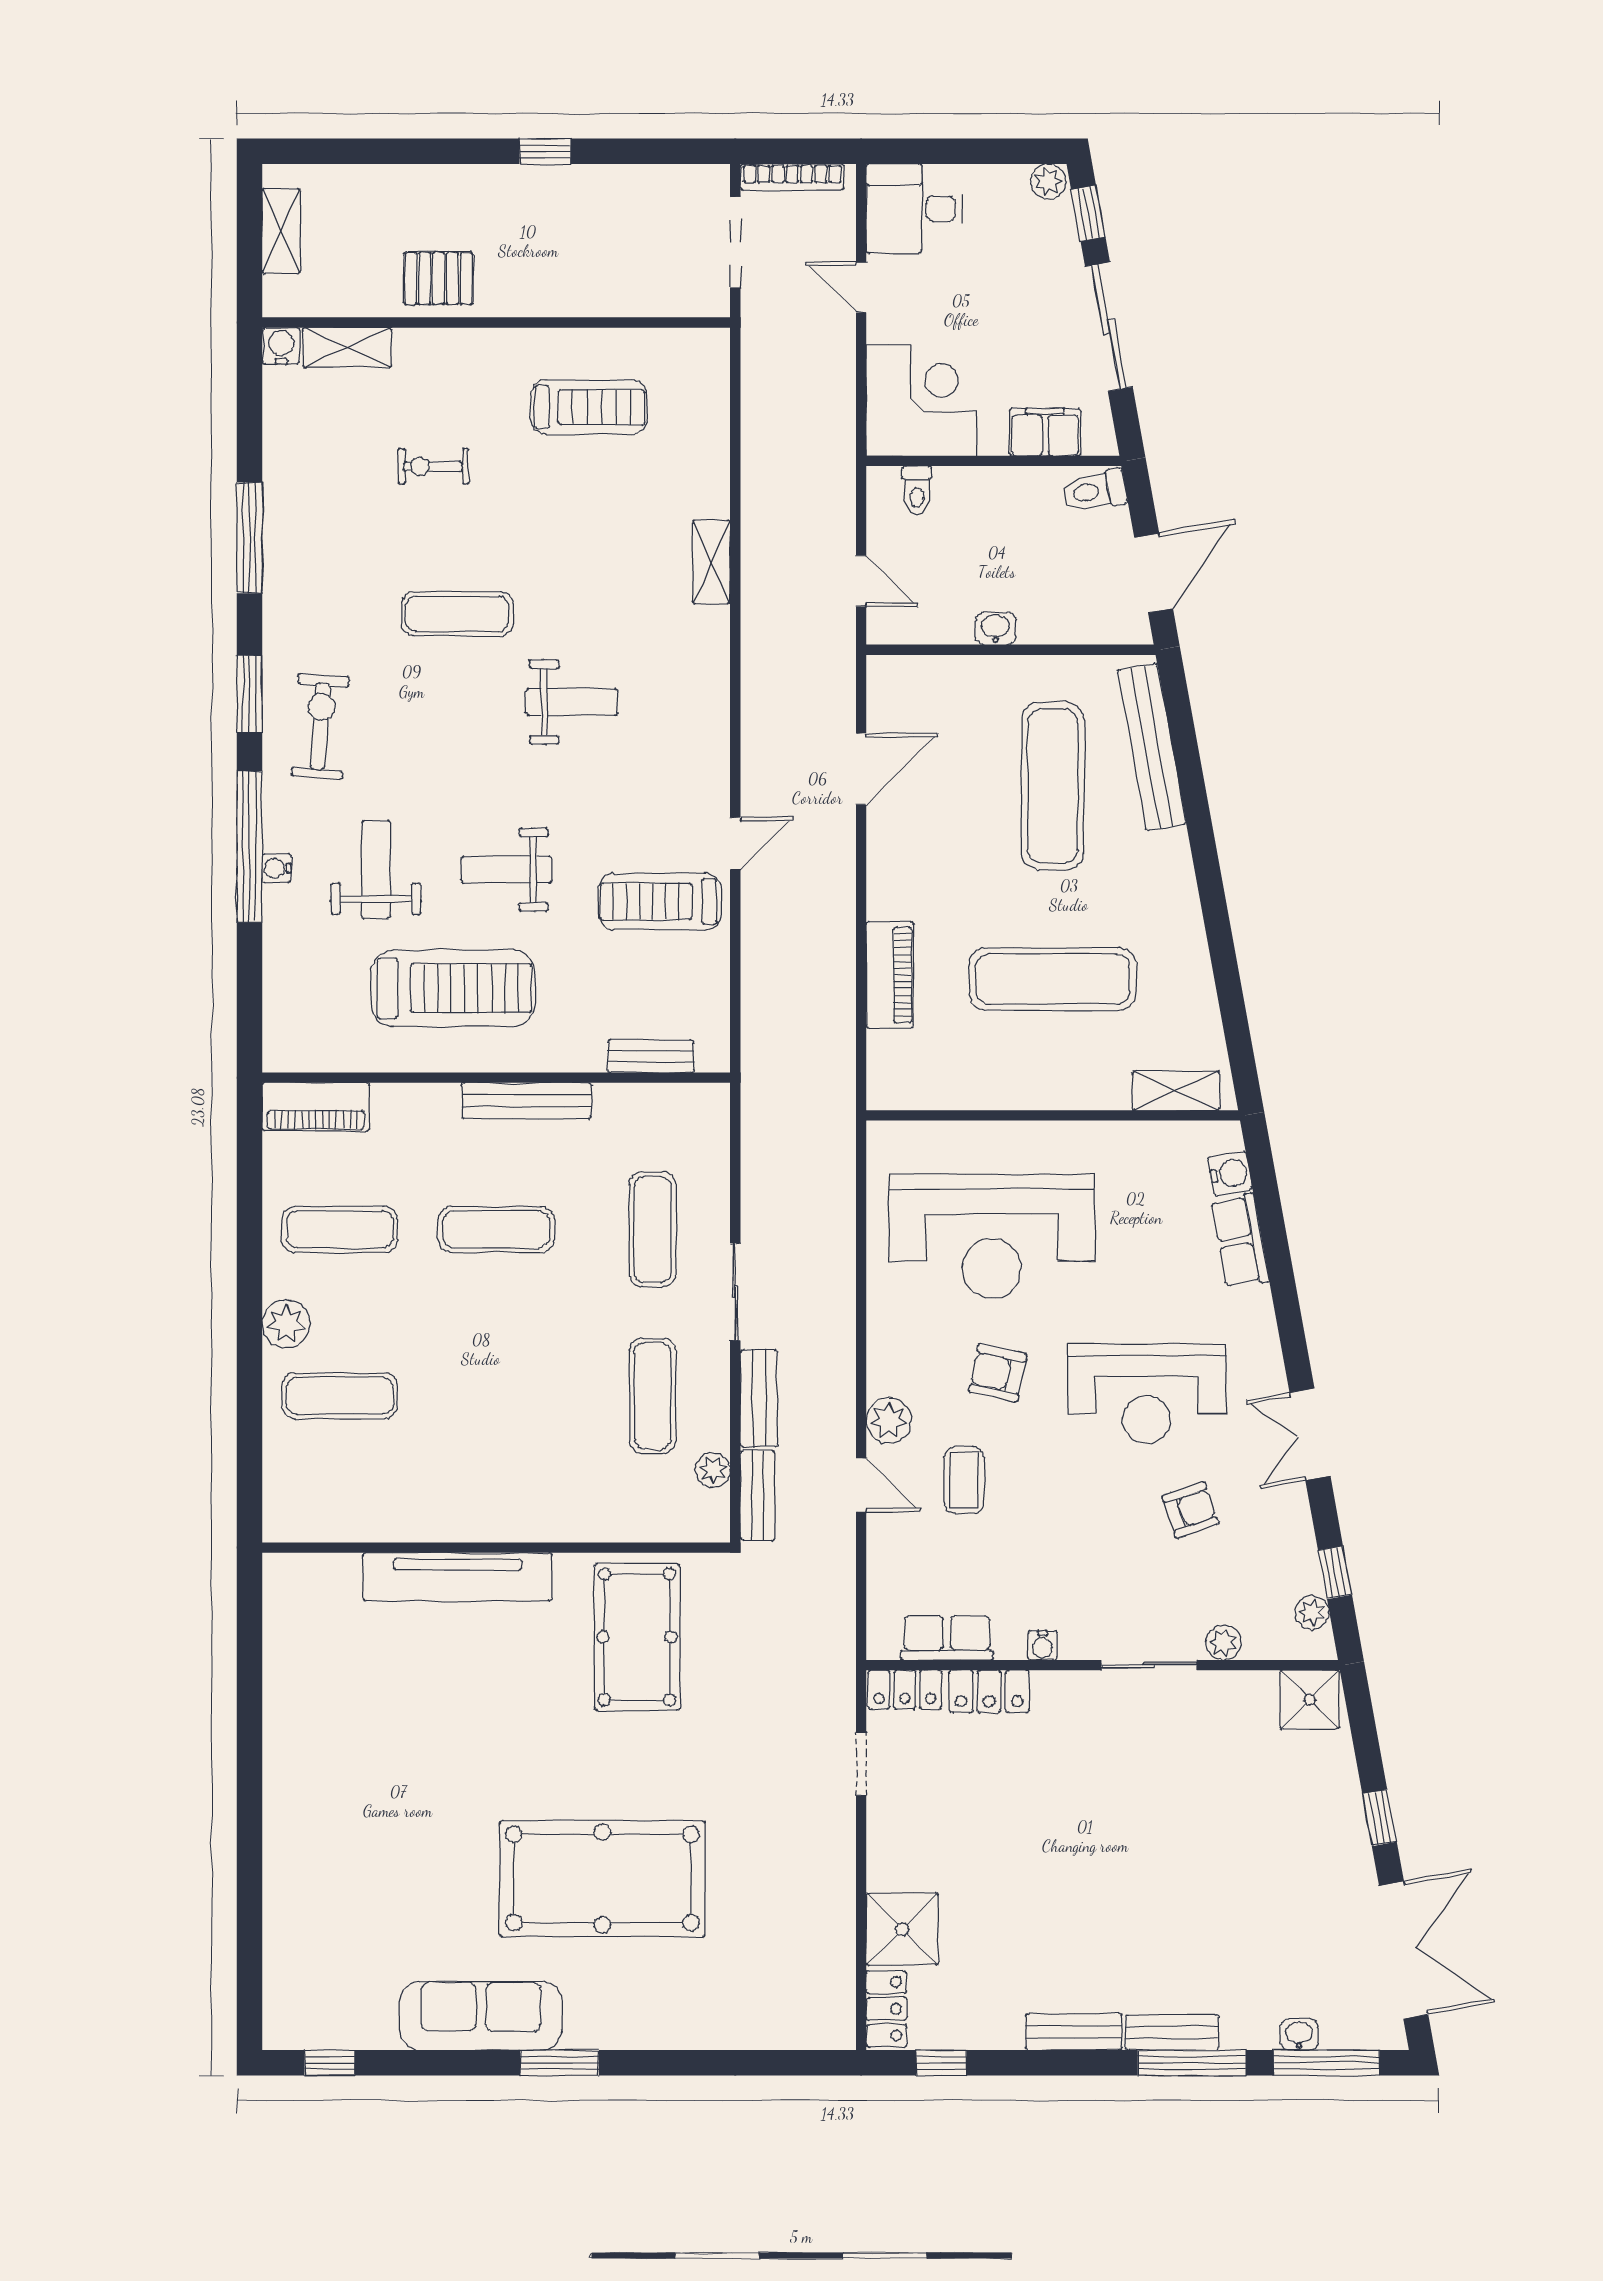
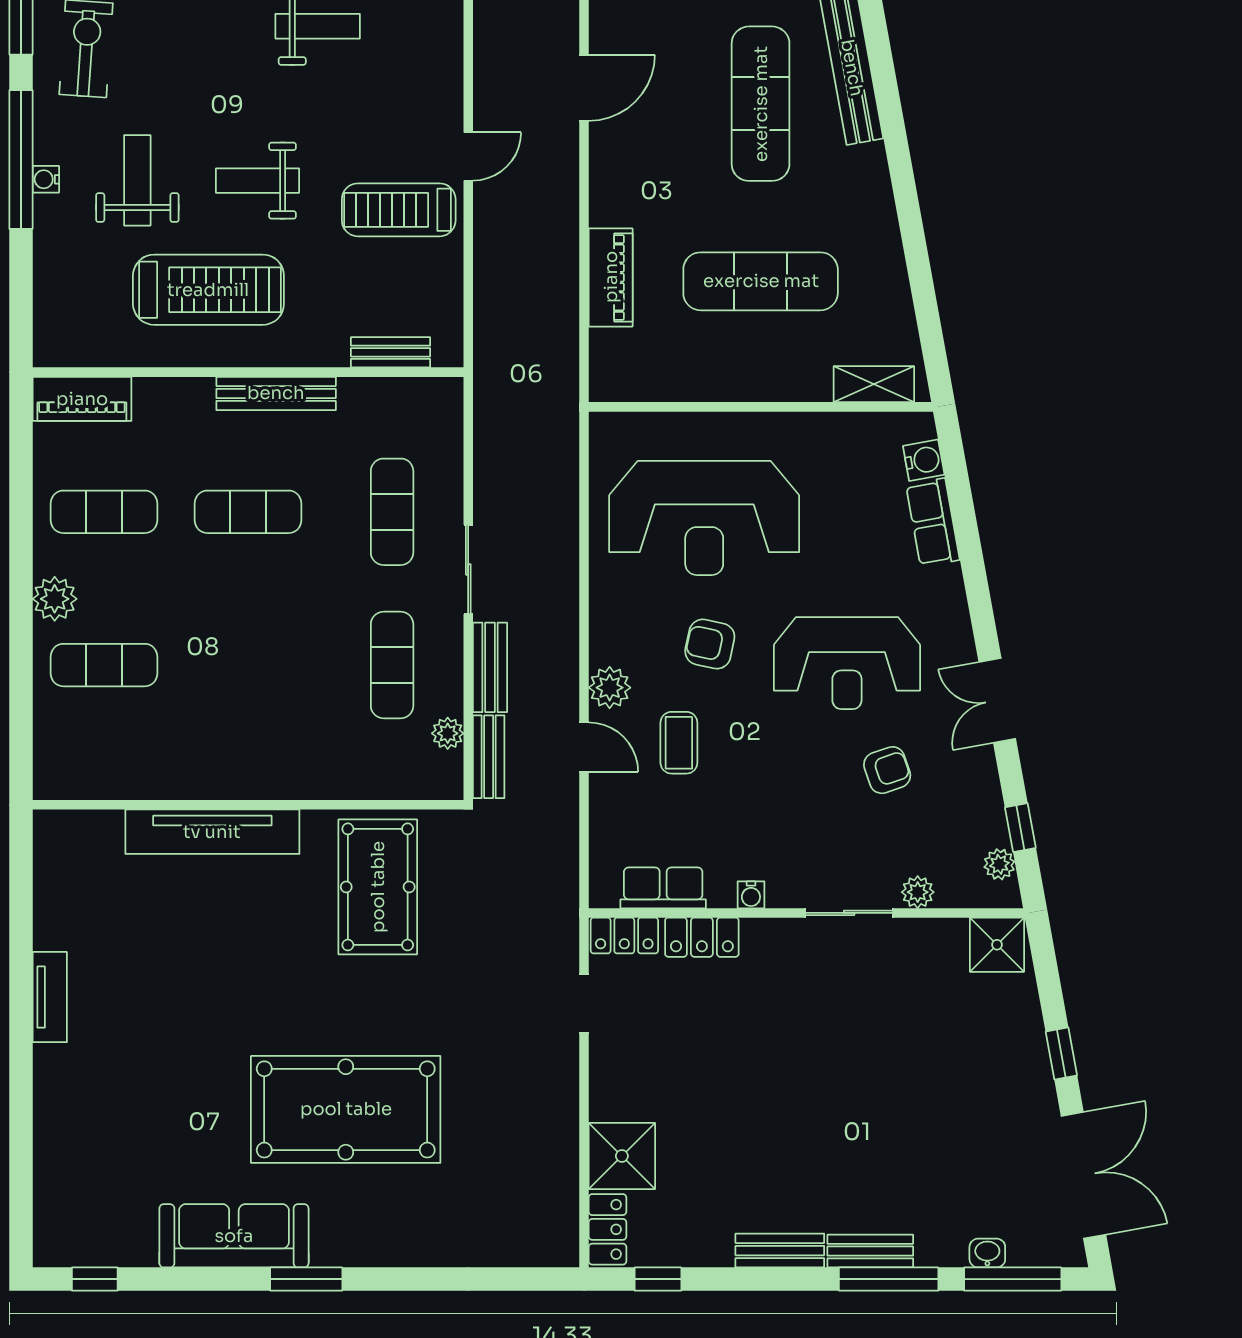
tv unit: (281, 1756) -> (50, 997), added

